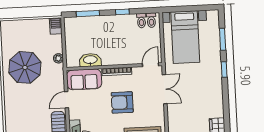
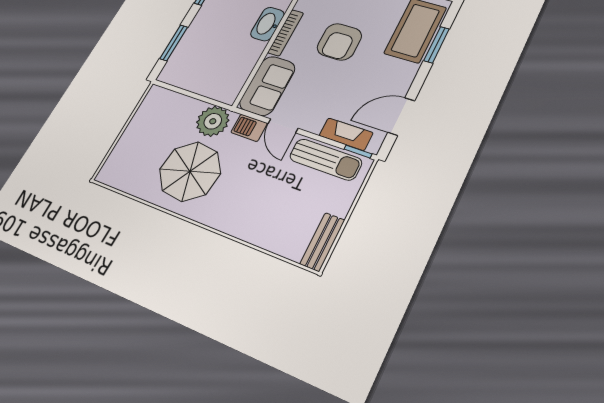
barbecue: (56, 26) -> (249, 128), moved
plant: (58, 58) -> (213, 121), width x1.88, depth x1.88
washbasin: (90, 60) -> (267, 24), moved

